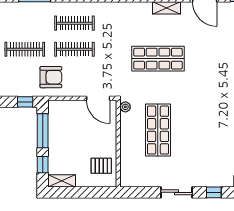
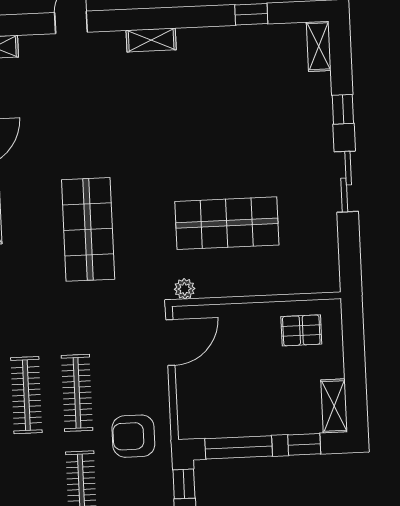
armchair: (51, 77) -> (133, 436), turned -90
pallet: (101, 166) -> (301, 330), turned 90

